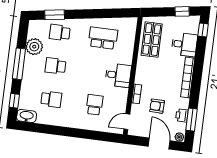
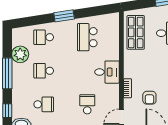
window: (55, 15) -> (64, 16), moved
school desk: (103, 38) -> (87, 37), turned -90
armchair: (157, 106) -> (149, 98), turned -91

